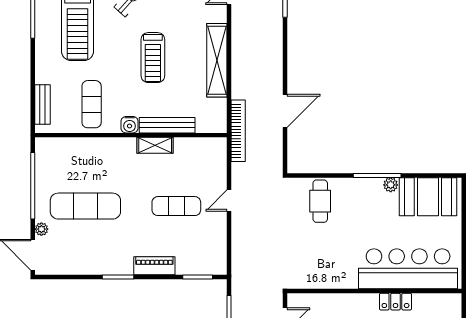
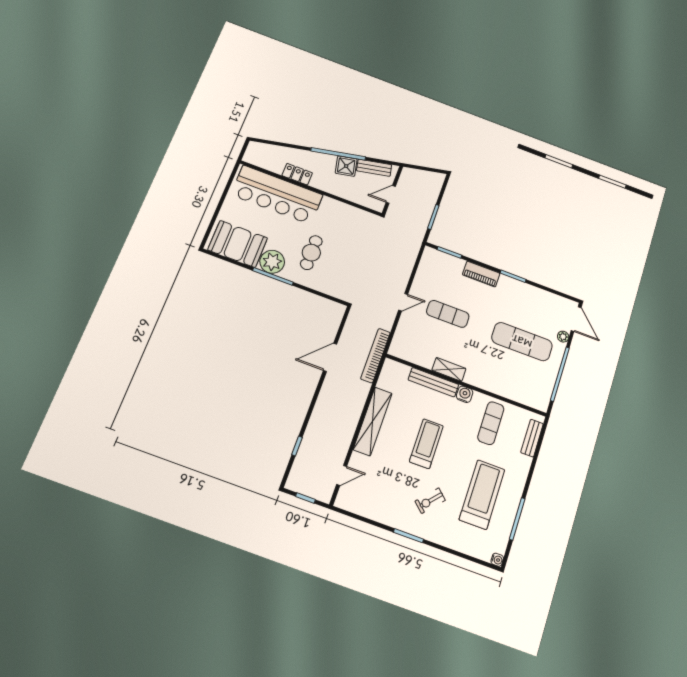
plant: (391, 185) -> (272, 262), width x1.88, depth x1.88
cafe table: (320, 201) -> (311, 253), moved

